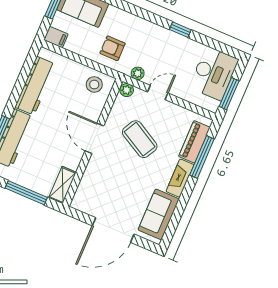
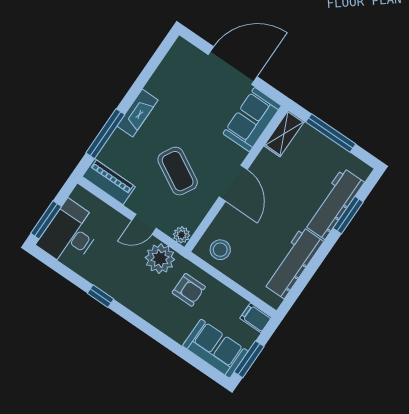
plant: (138, 73) -> (160, 259), width x1.87, depth x1.87
window: (229, 94) -> (46, 220), moved
piano: (194, 142) -> (109, 182), moved, turned -90
sofa: (159, 214) -> (252, 120), moved, turned 180

